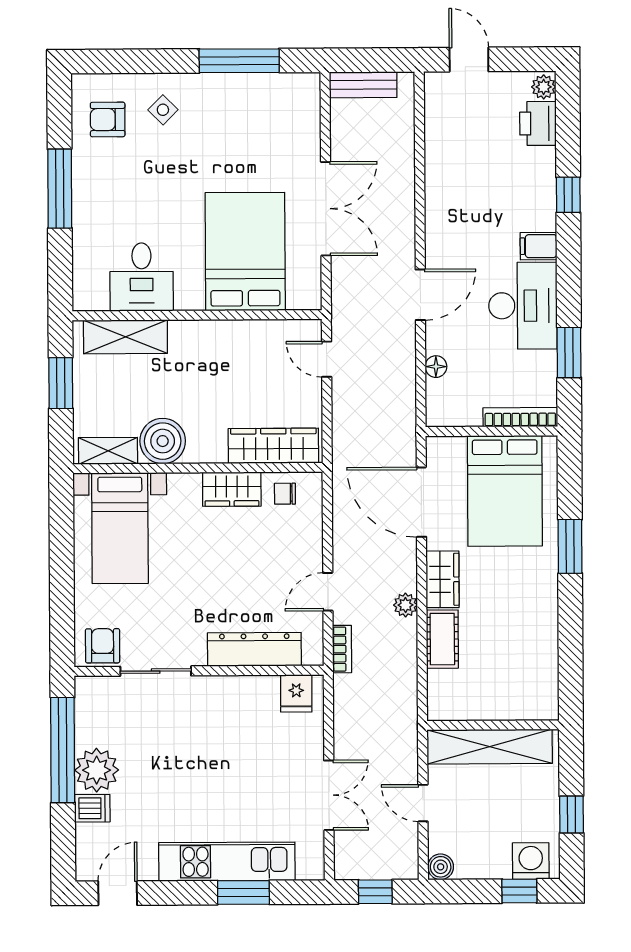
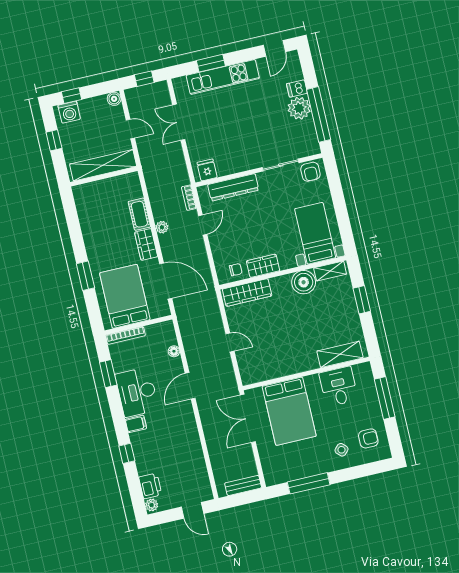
bed: (245, 252) -> (289, 411), moved
desk: (142, 277) -> (339, 386), moved
wall: (197, 315) -> (306, 374), moved
shelving: (125, 337) -> (340, 354), moved

